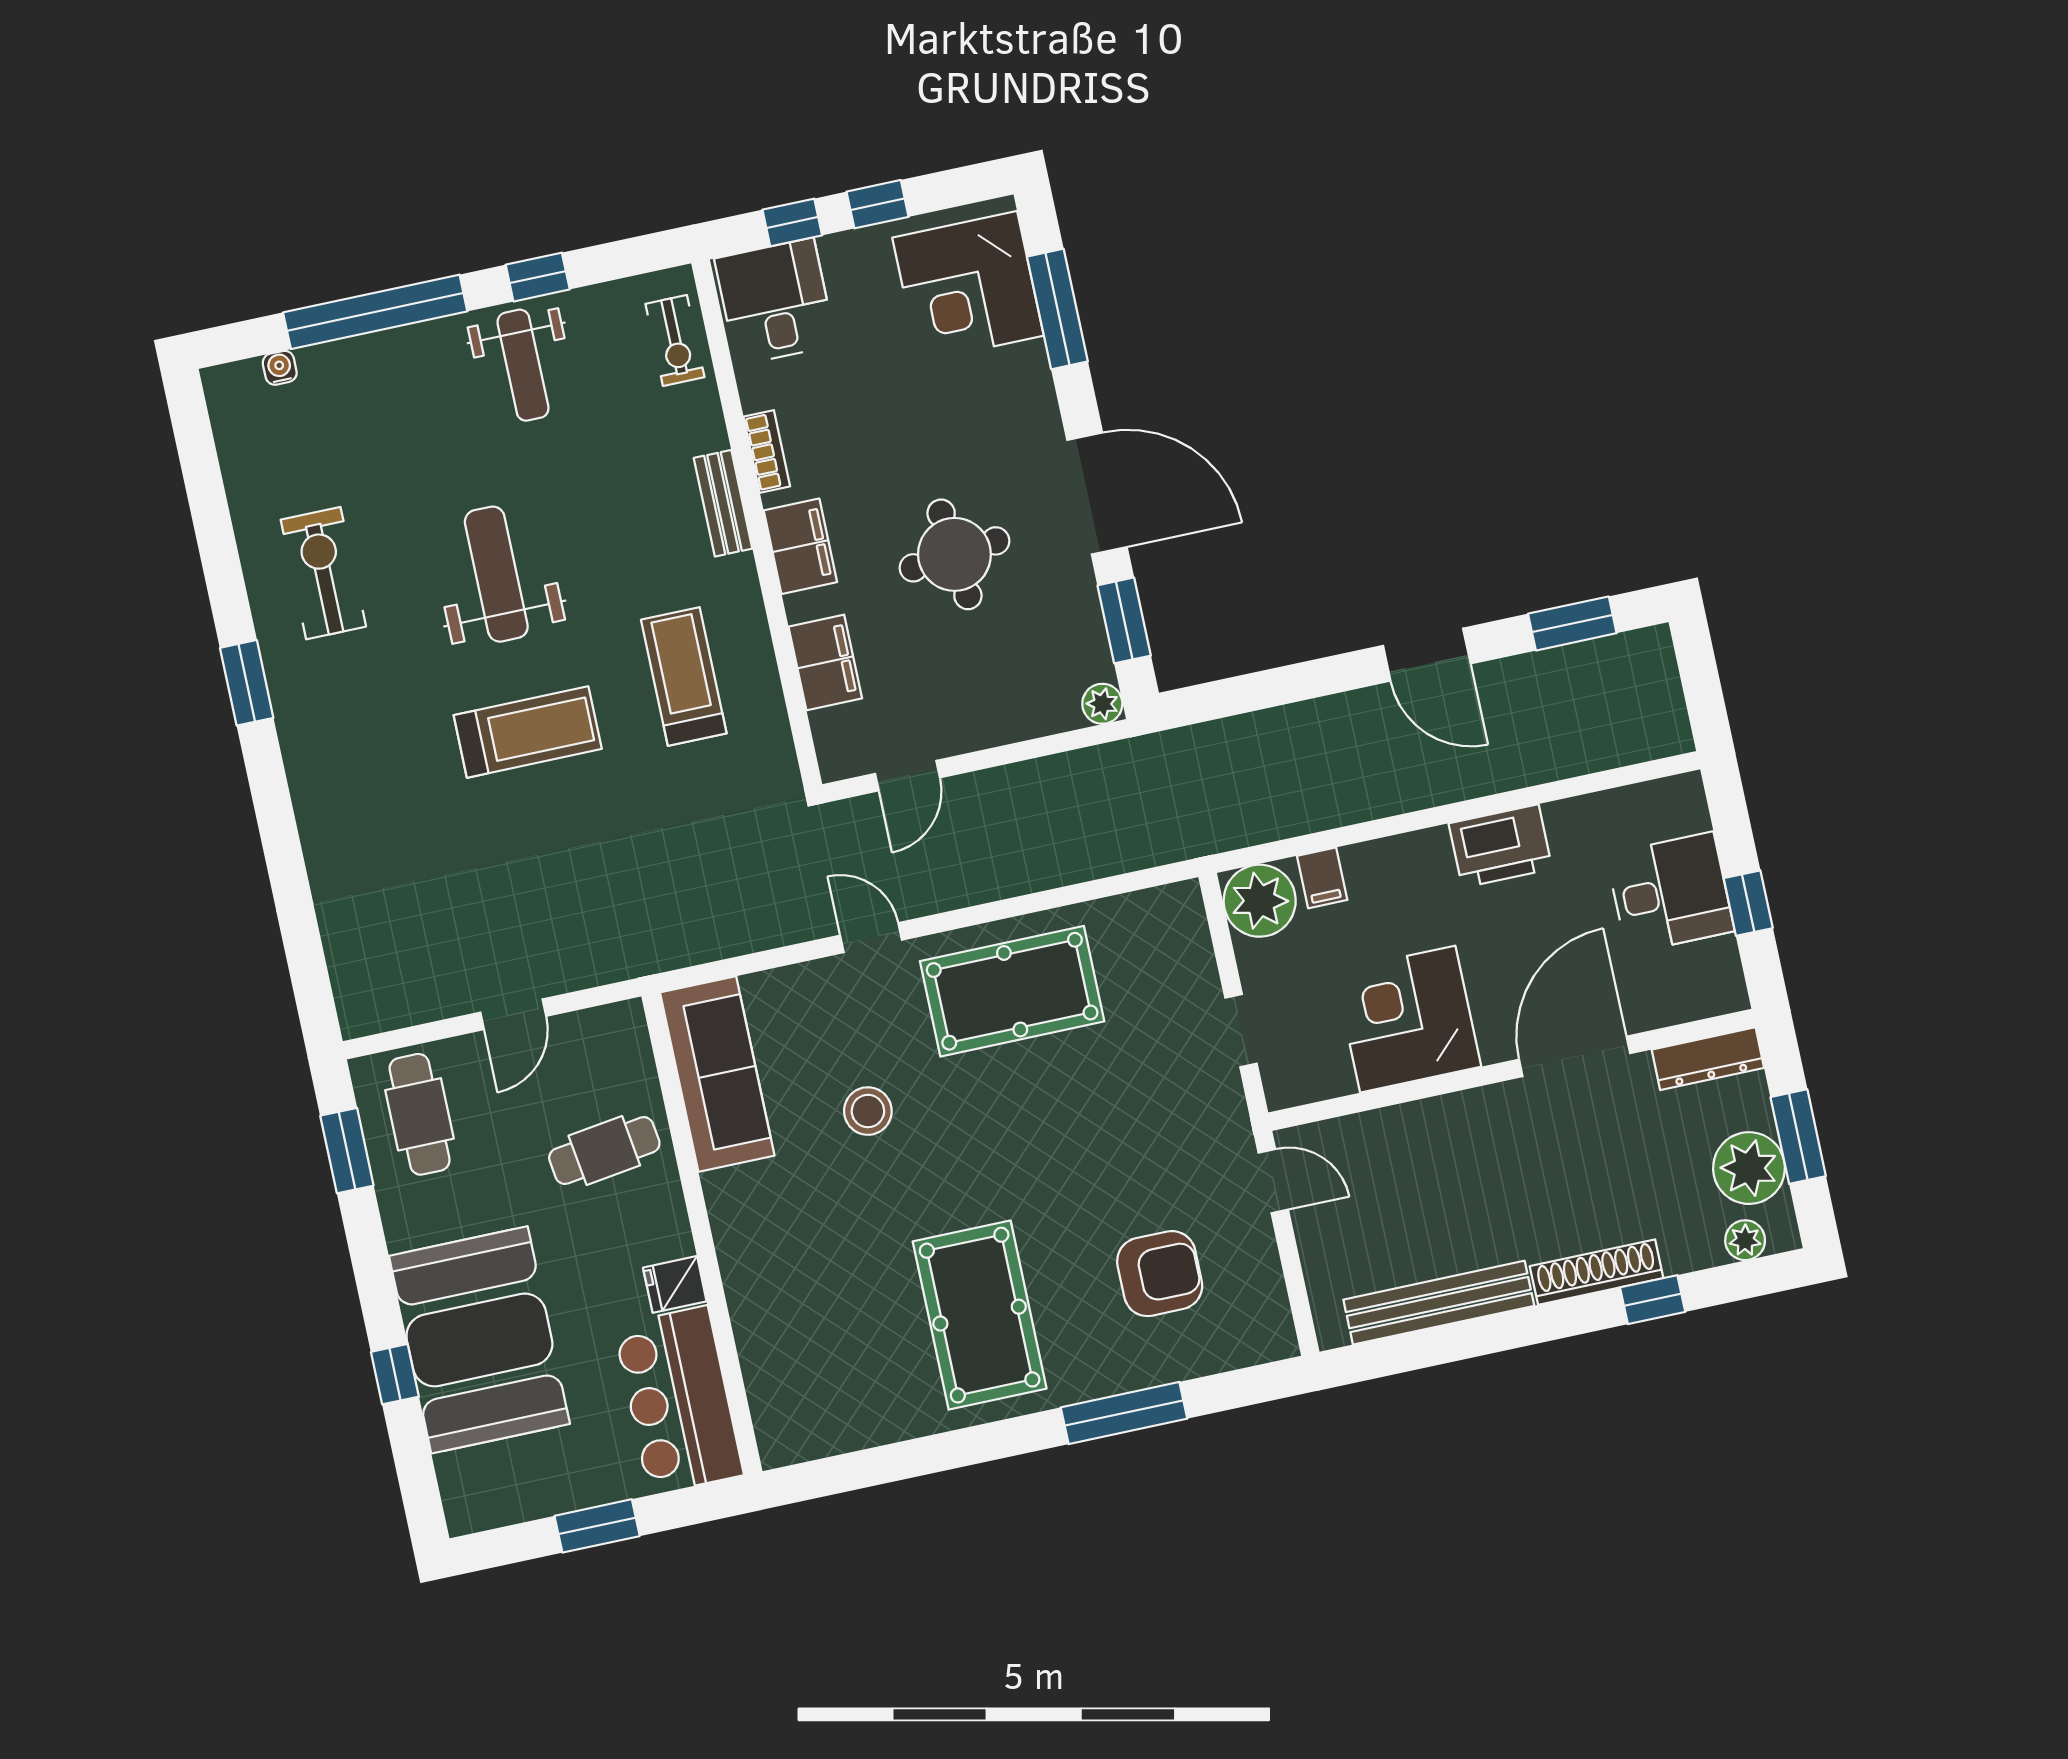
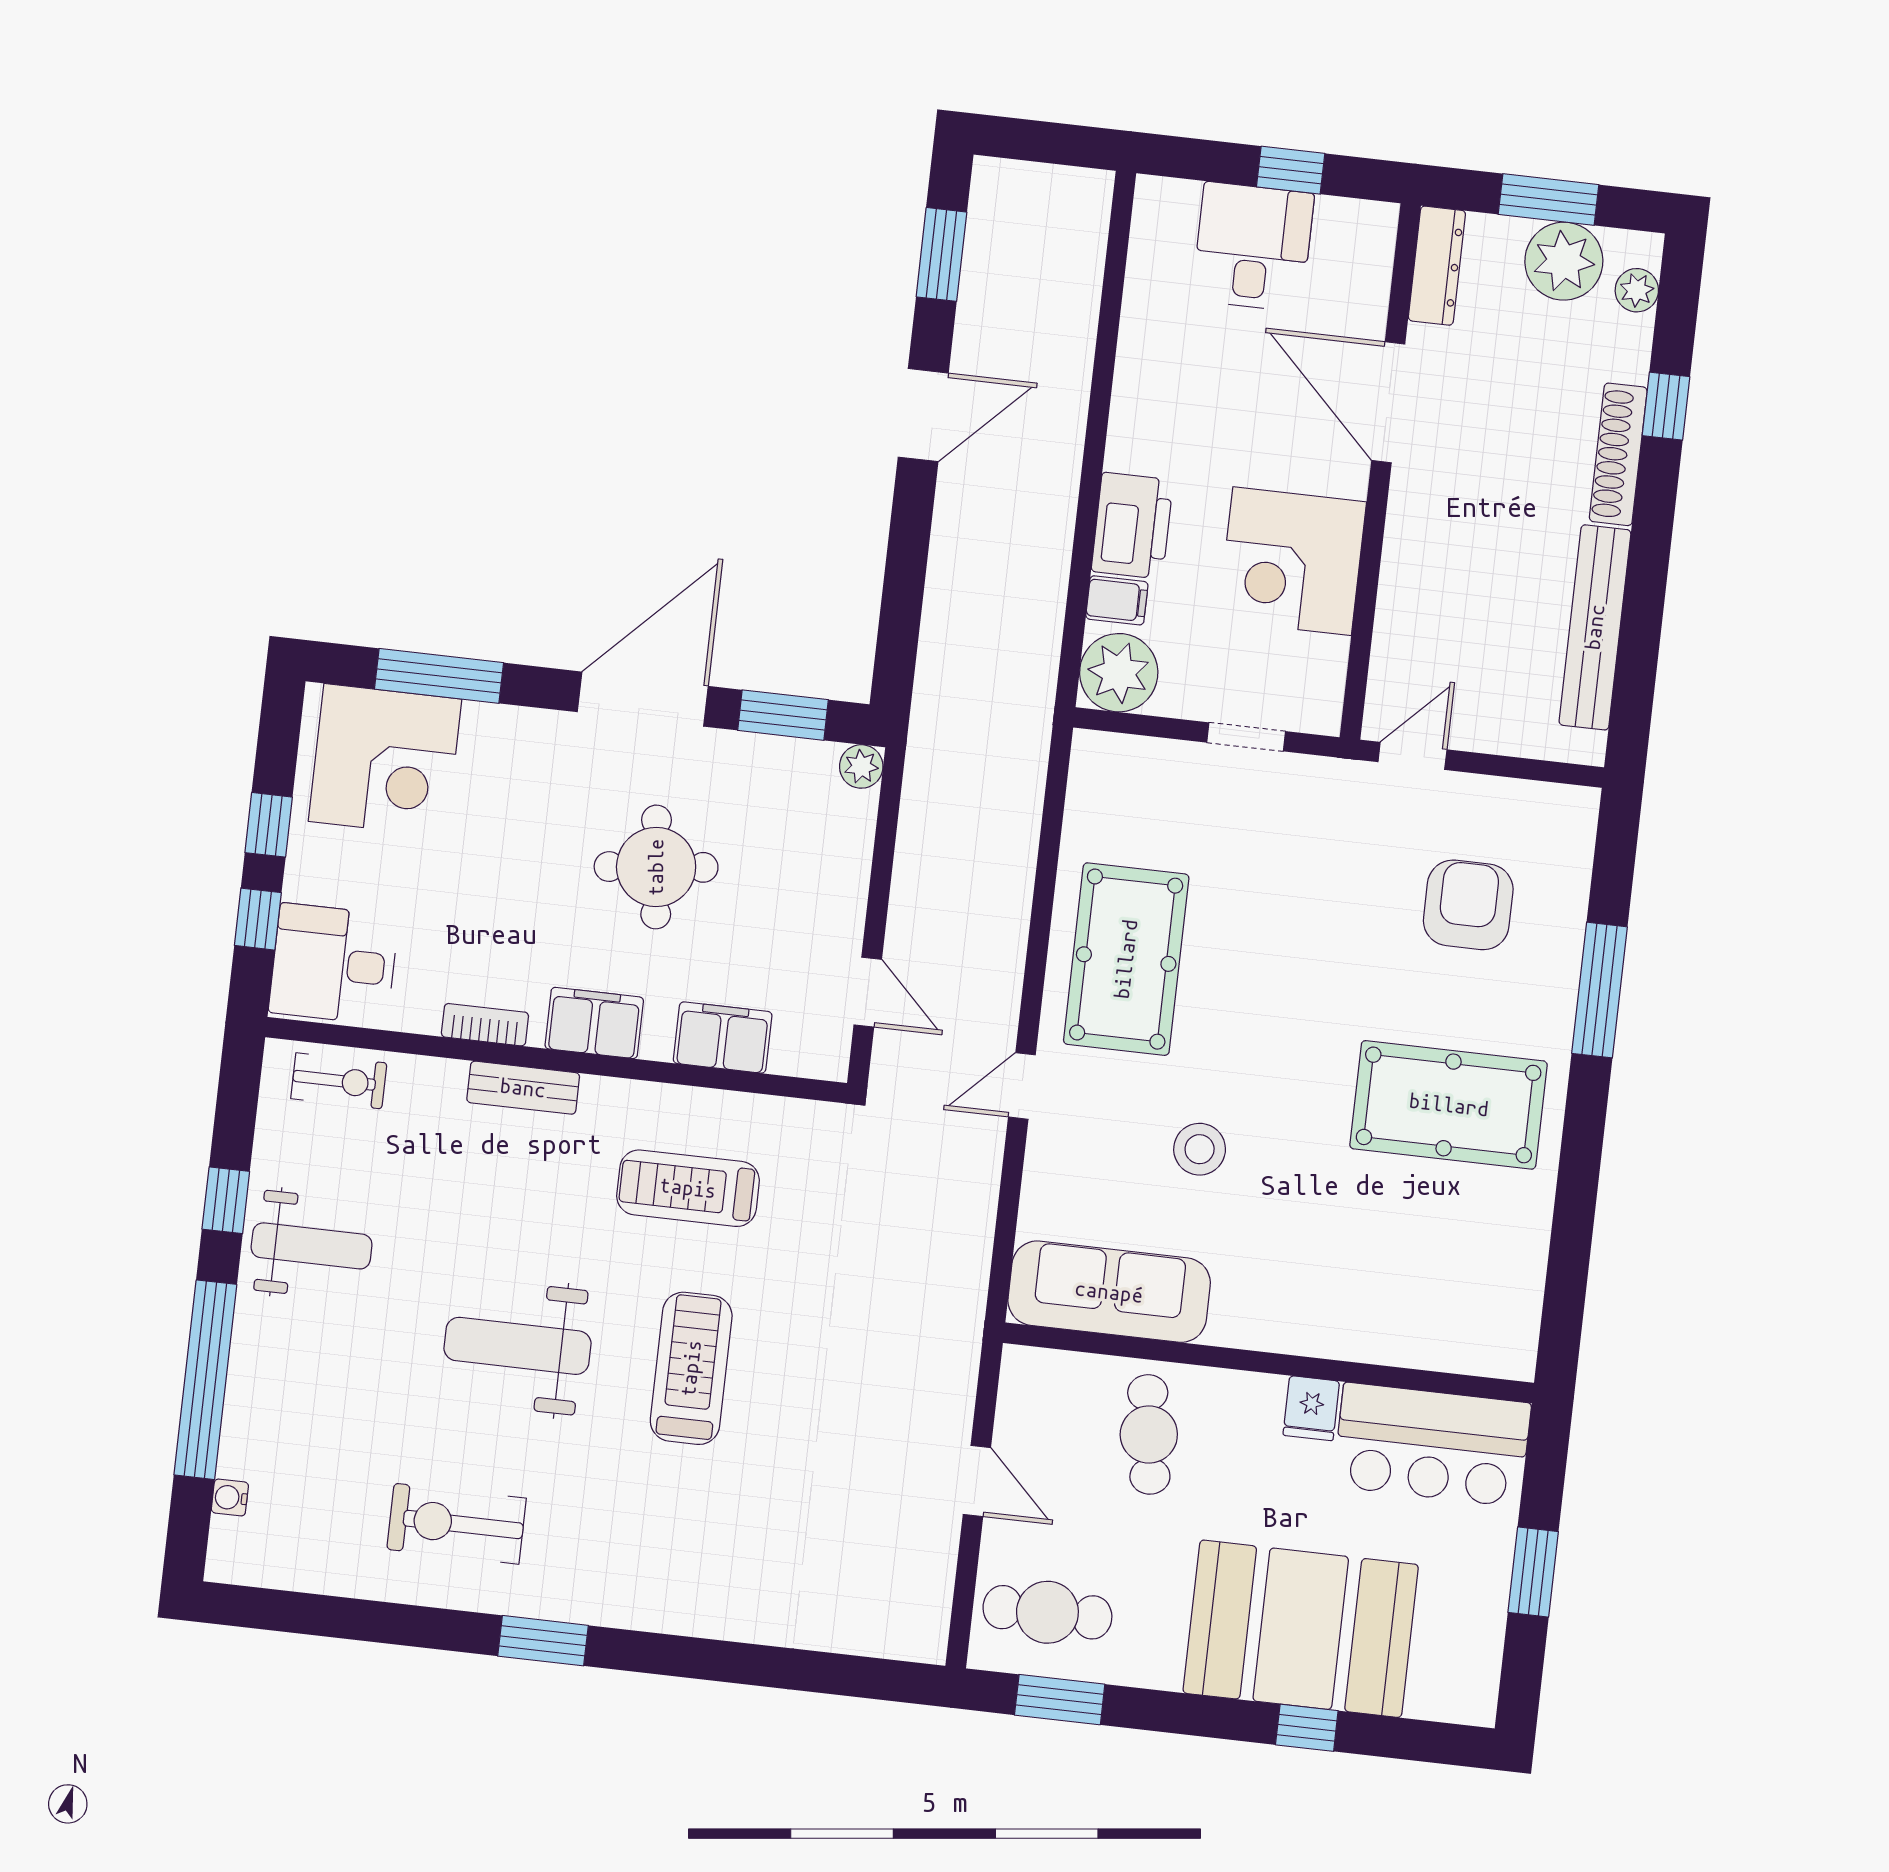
printer: (1500, 846) -> (1132, 526), moved

